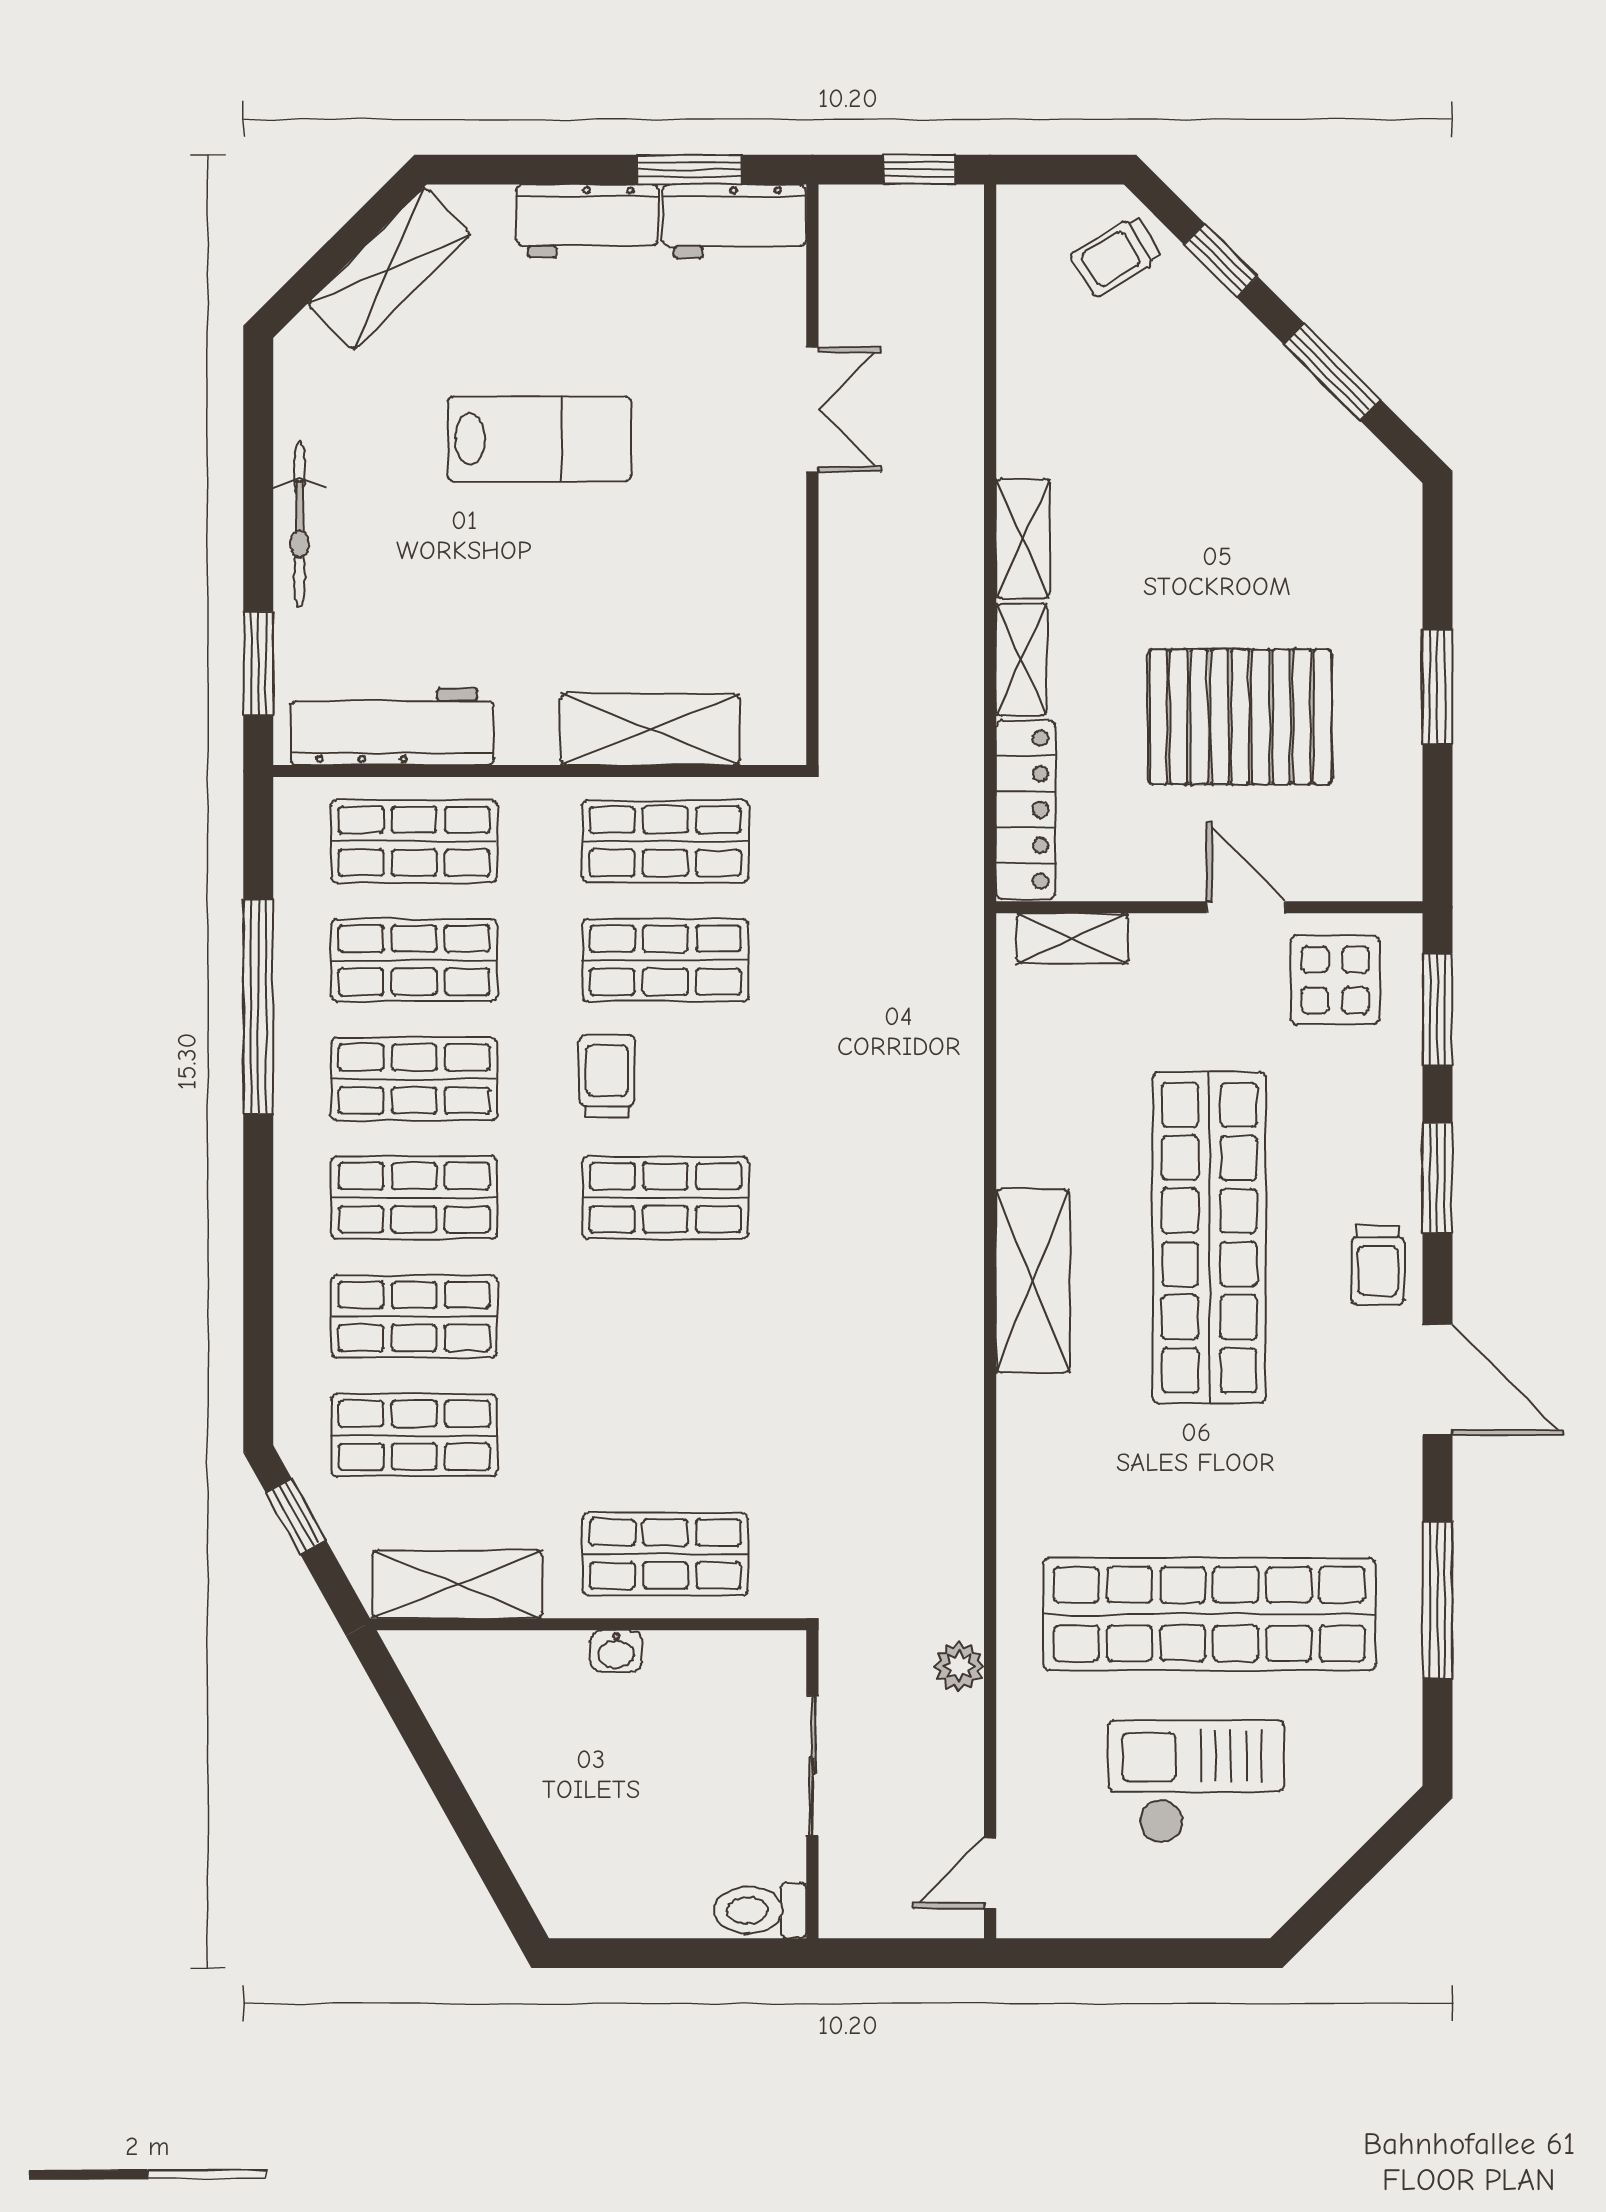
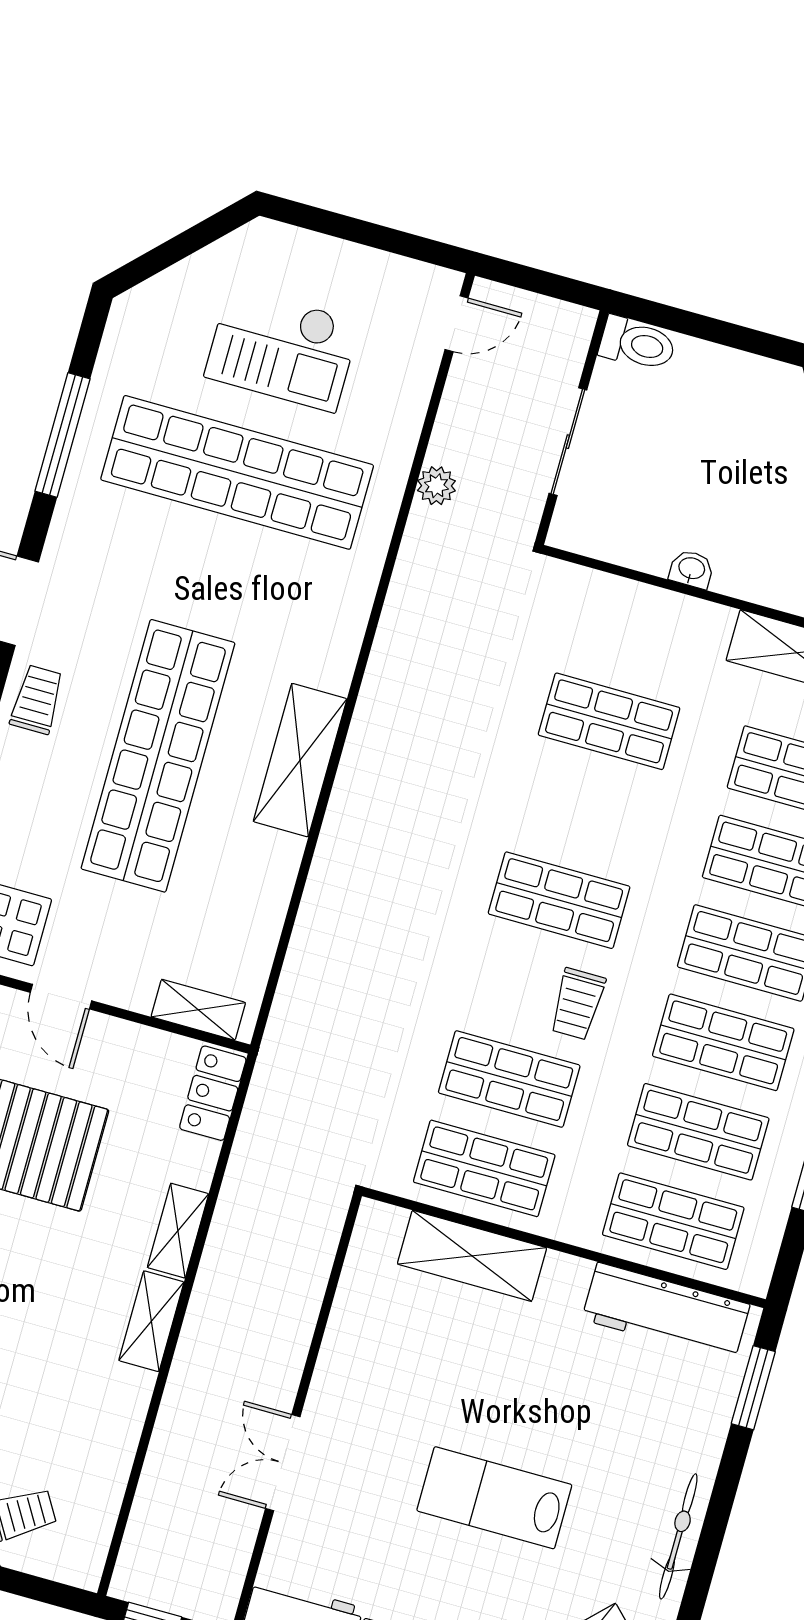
bicycle: (299, 524) -> (678, 1536), moved
locker: (1026, 810) -> (213, 1093), width x0.66
shop shelf: (665, 1554) -> (609, 721), moved

